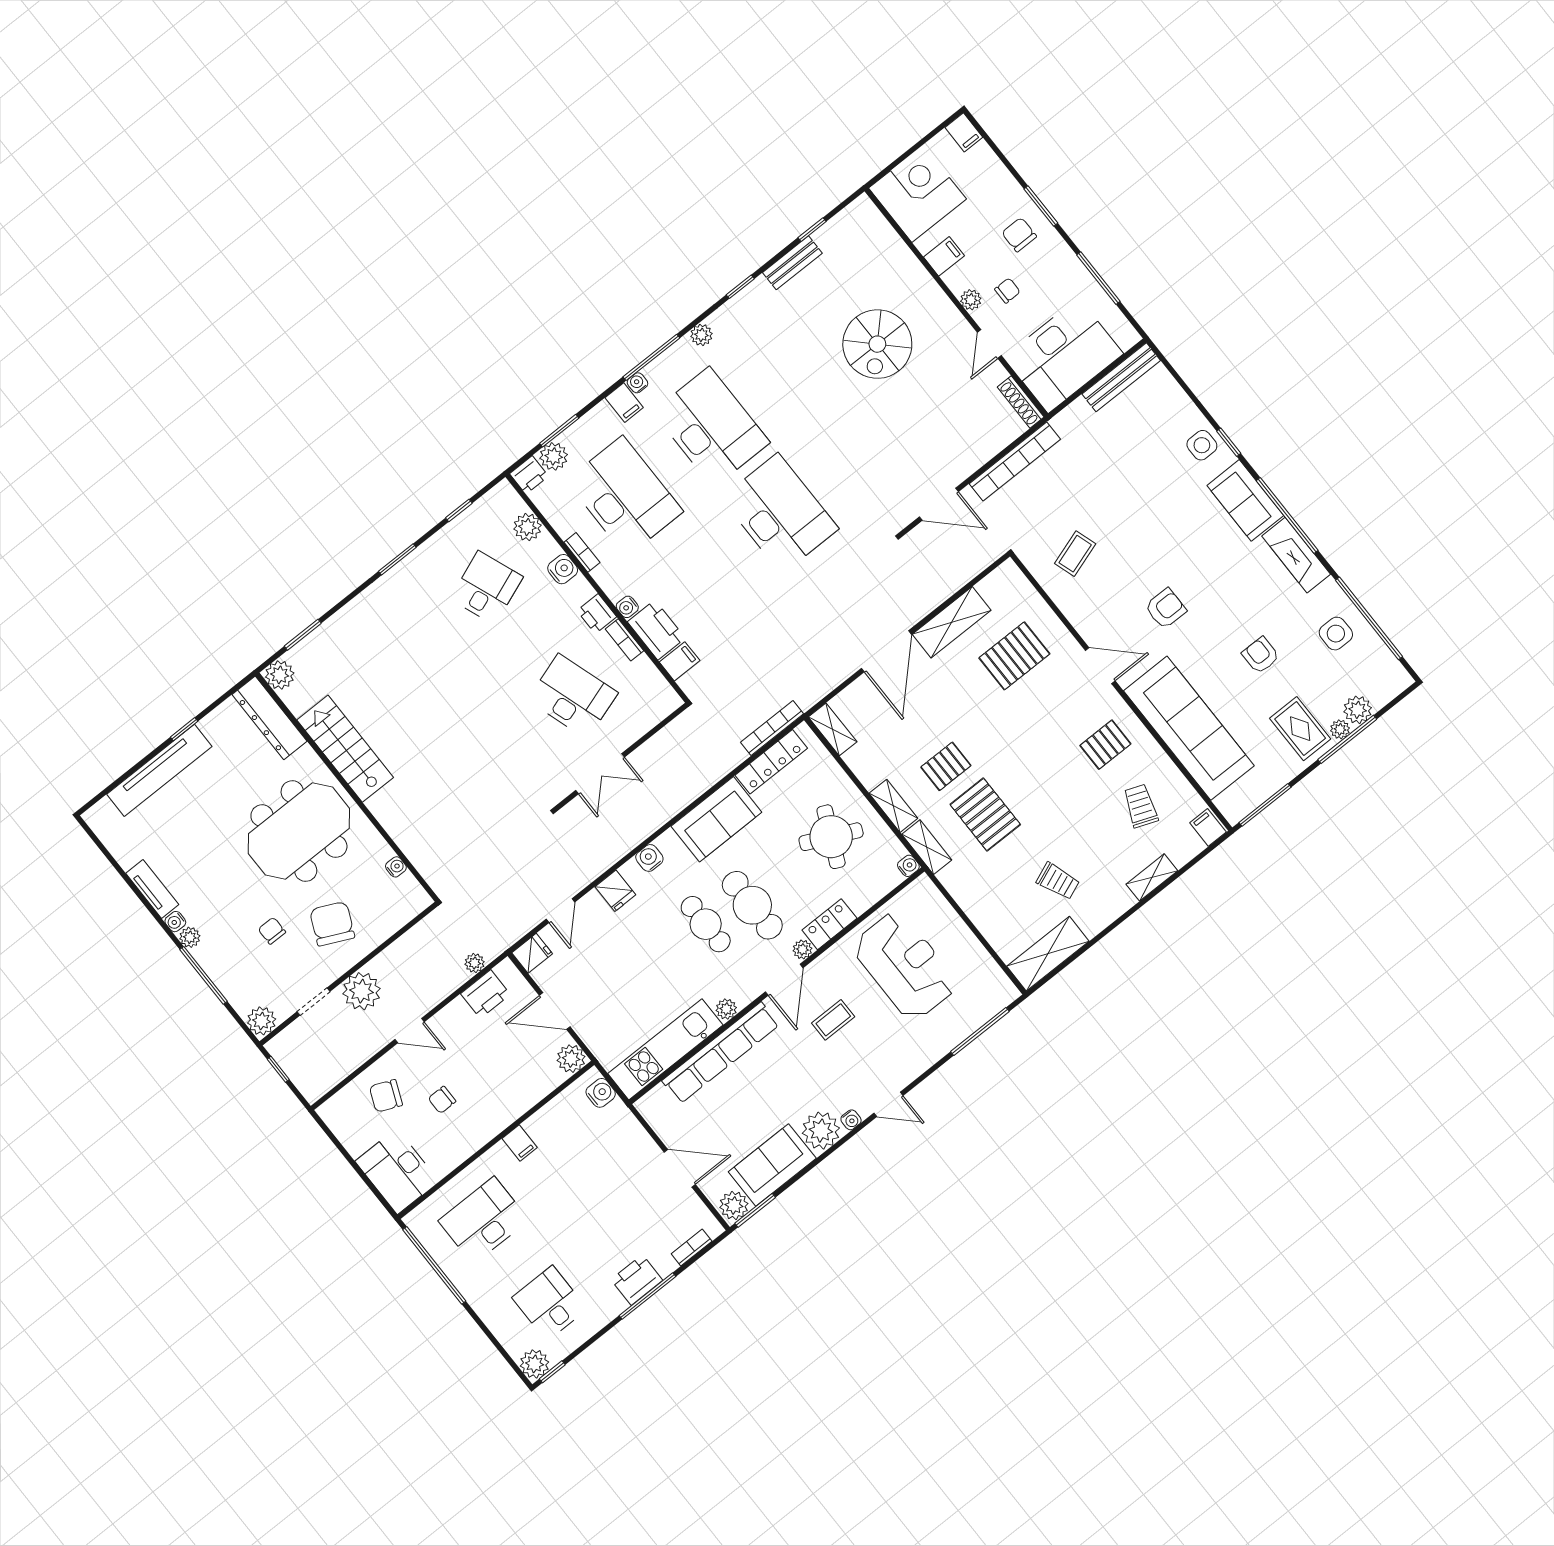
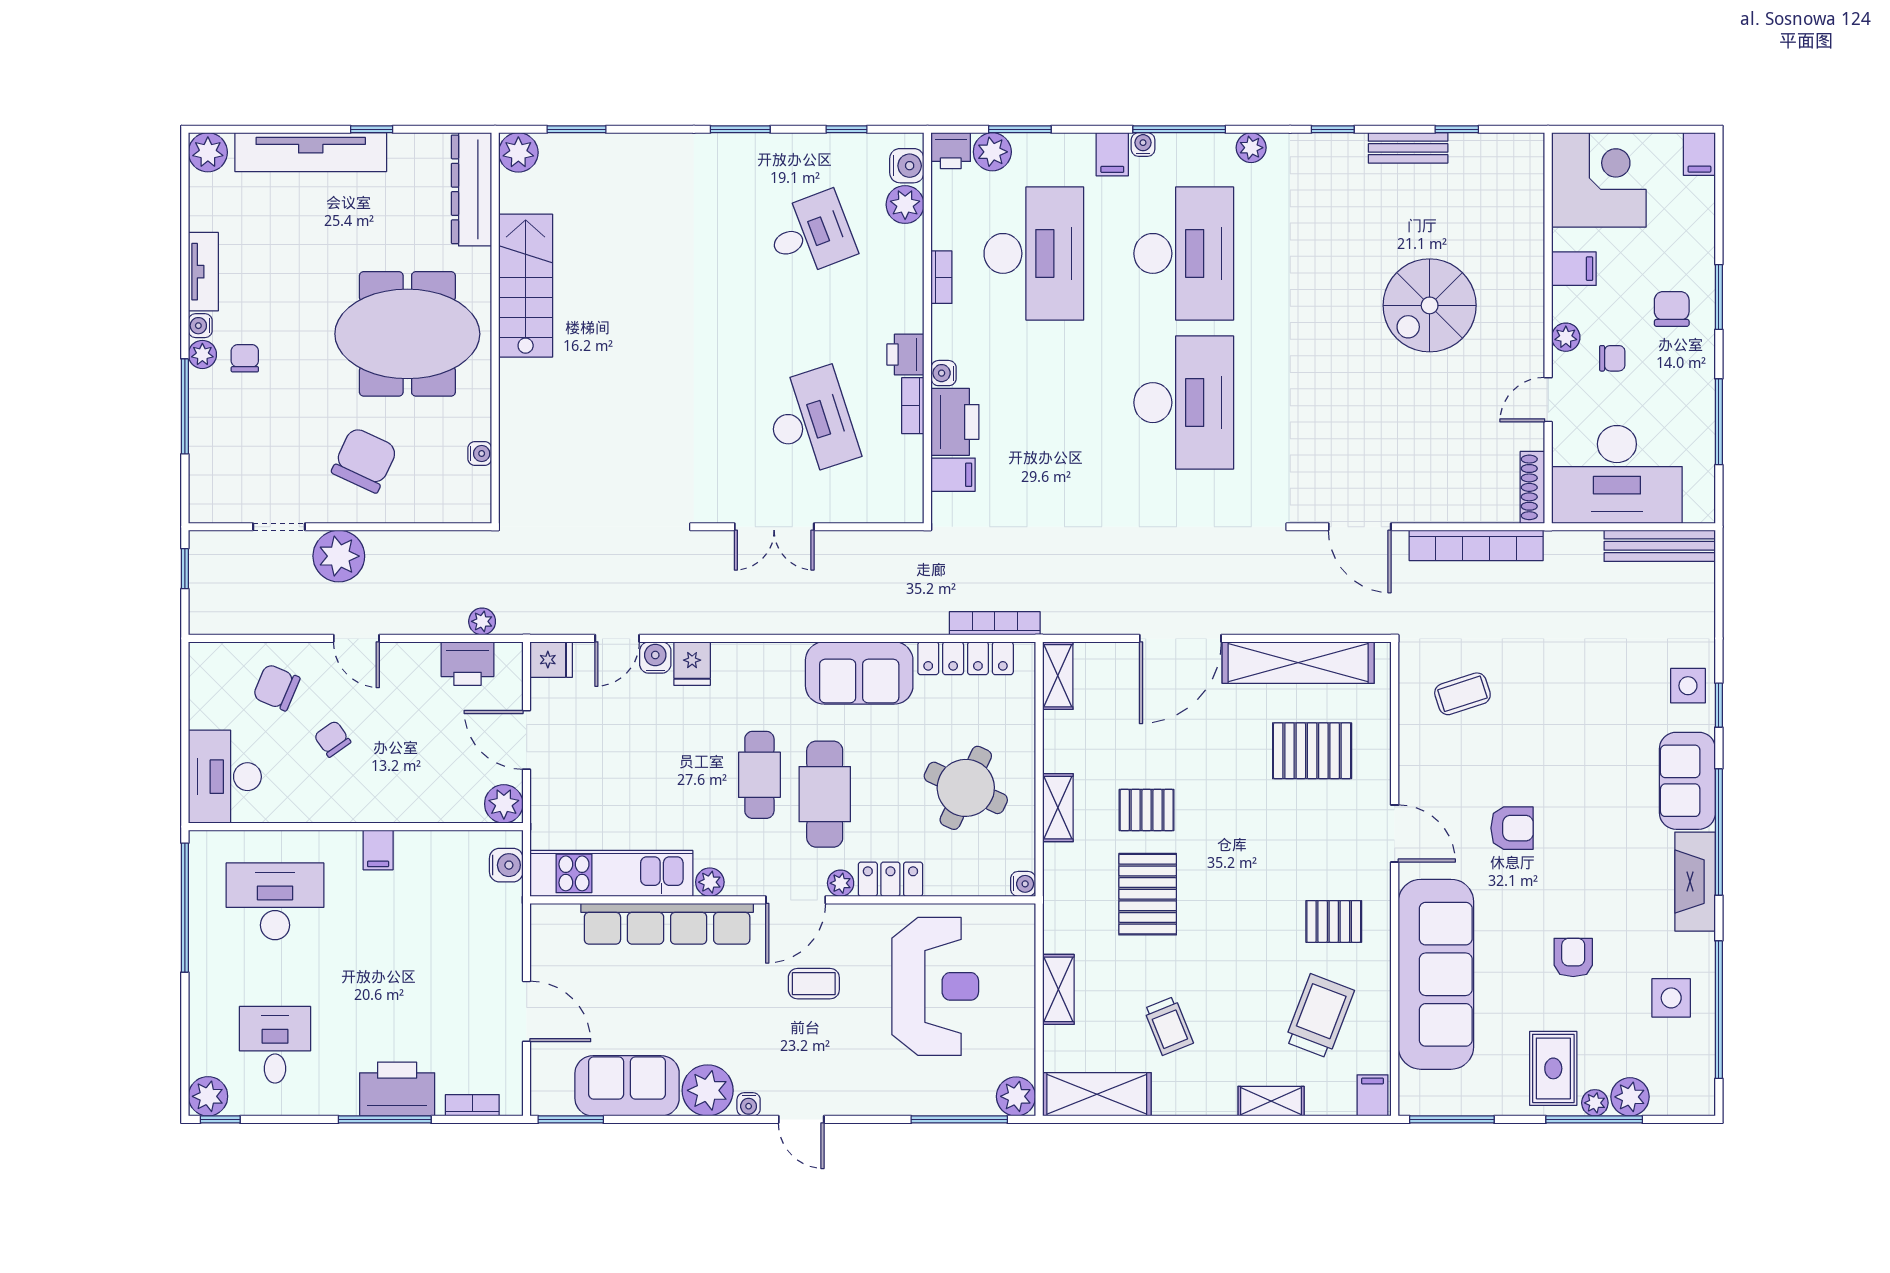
water cooler: (563, 569) -> (907, 166), moved
shelving: (952, 622) -> (1298, 663), width x1.47
trolley: (1141, 806) -> (1319, 1016), width x1.36, depth x1.39
shelving: (927, 847) -> (1058, 989), moved
water cooler: (649, 858) -> (655, 658), moved
chair: (272, 931) -> (245, 358), moved
plant: (262, 1021) -> (208, 152), moved
chair: (442, 1100) -> (332, 739), turned 55
plant: (734, 1205) -> (1016, 1096), moved
printer: (637, 1280) -> (397, 1089), width x1.37, depth x1.19

